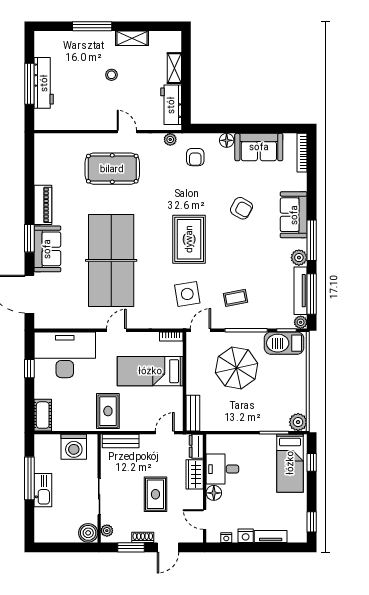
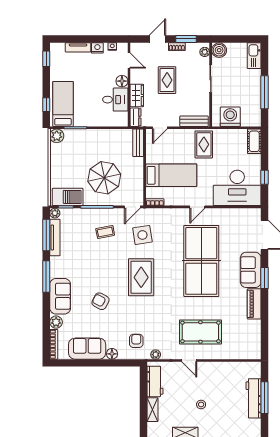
plant: (299, 258) -> (56, 322), moved
kitchen sink: (43, 490) -> (254, 56), moved

